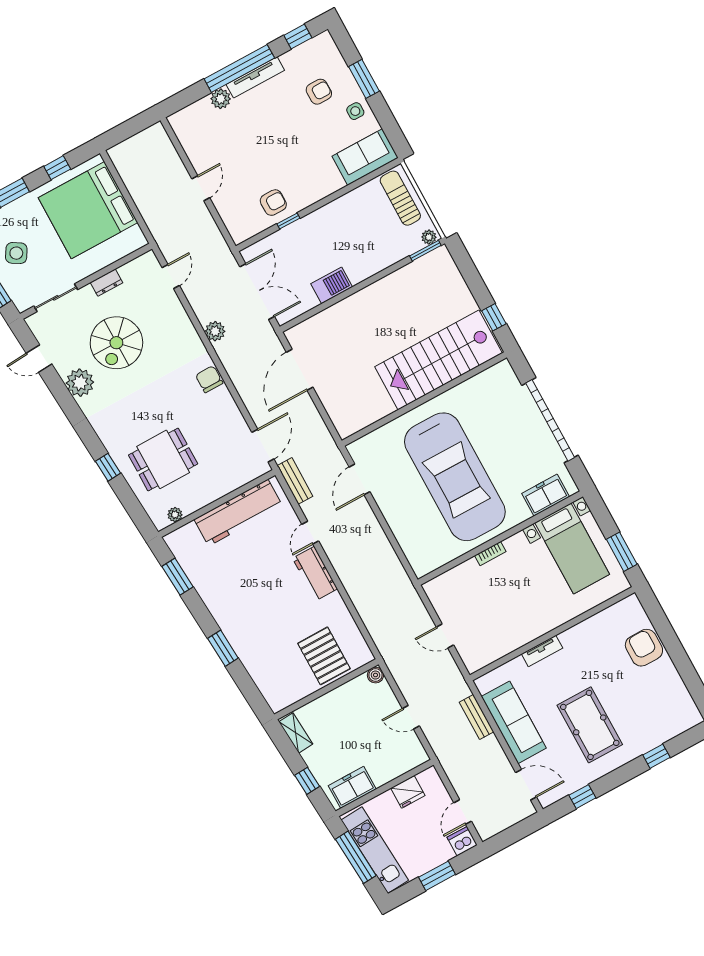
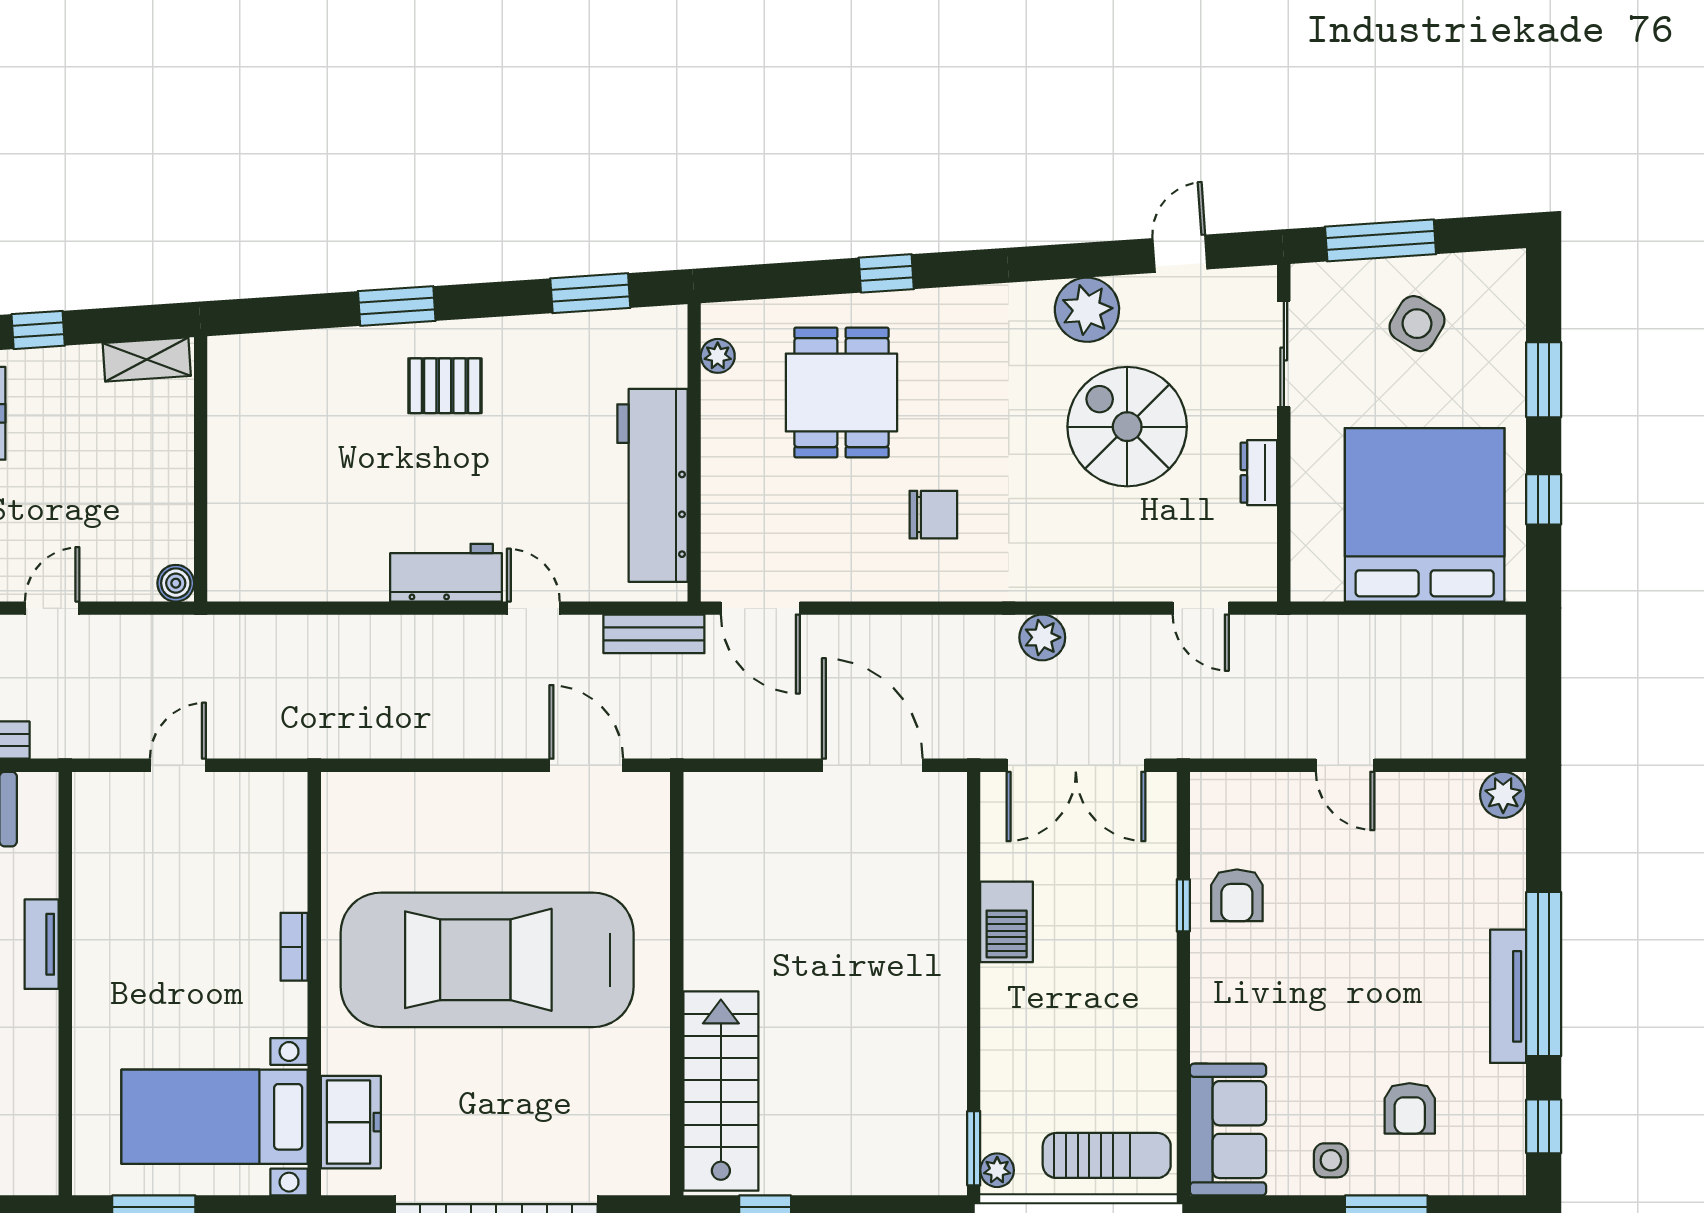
plant: (221, 99) -> (1503, 795), moved
stairs: (438, 360) -> (721, 1091), width x0.73, depth x0.66
chair: (209, 379) -> (933, 515), moved
pallet: (324, 656) -> (445, 386), moved, width x0.67, depth x0.71

